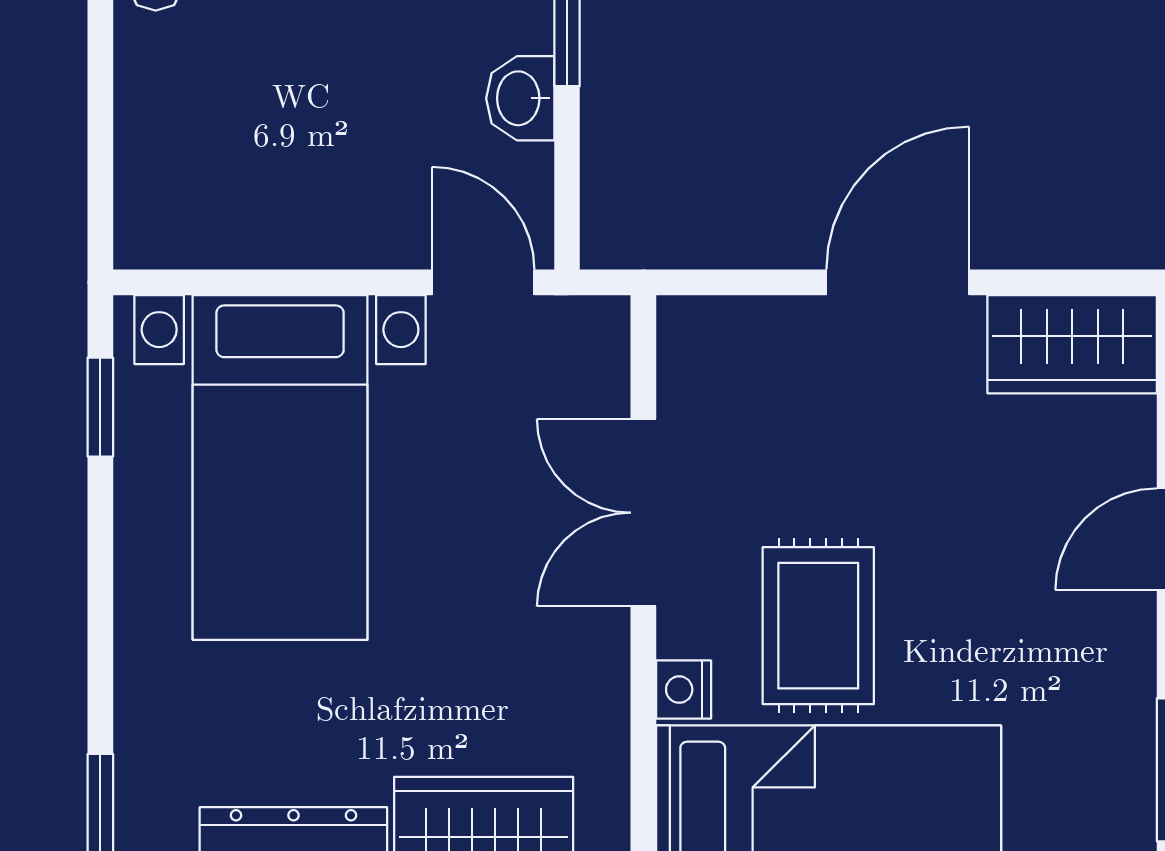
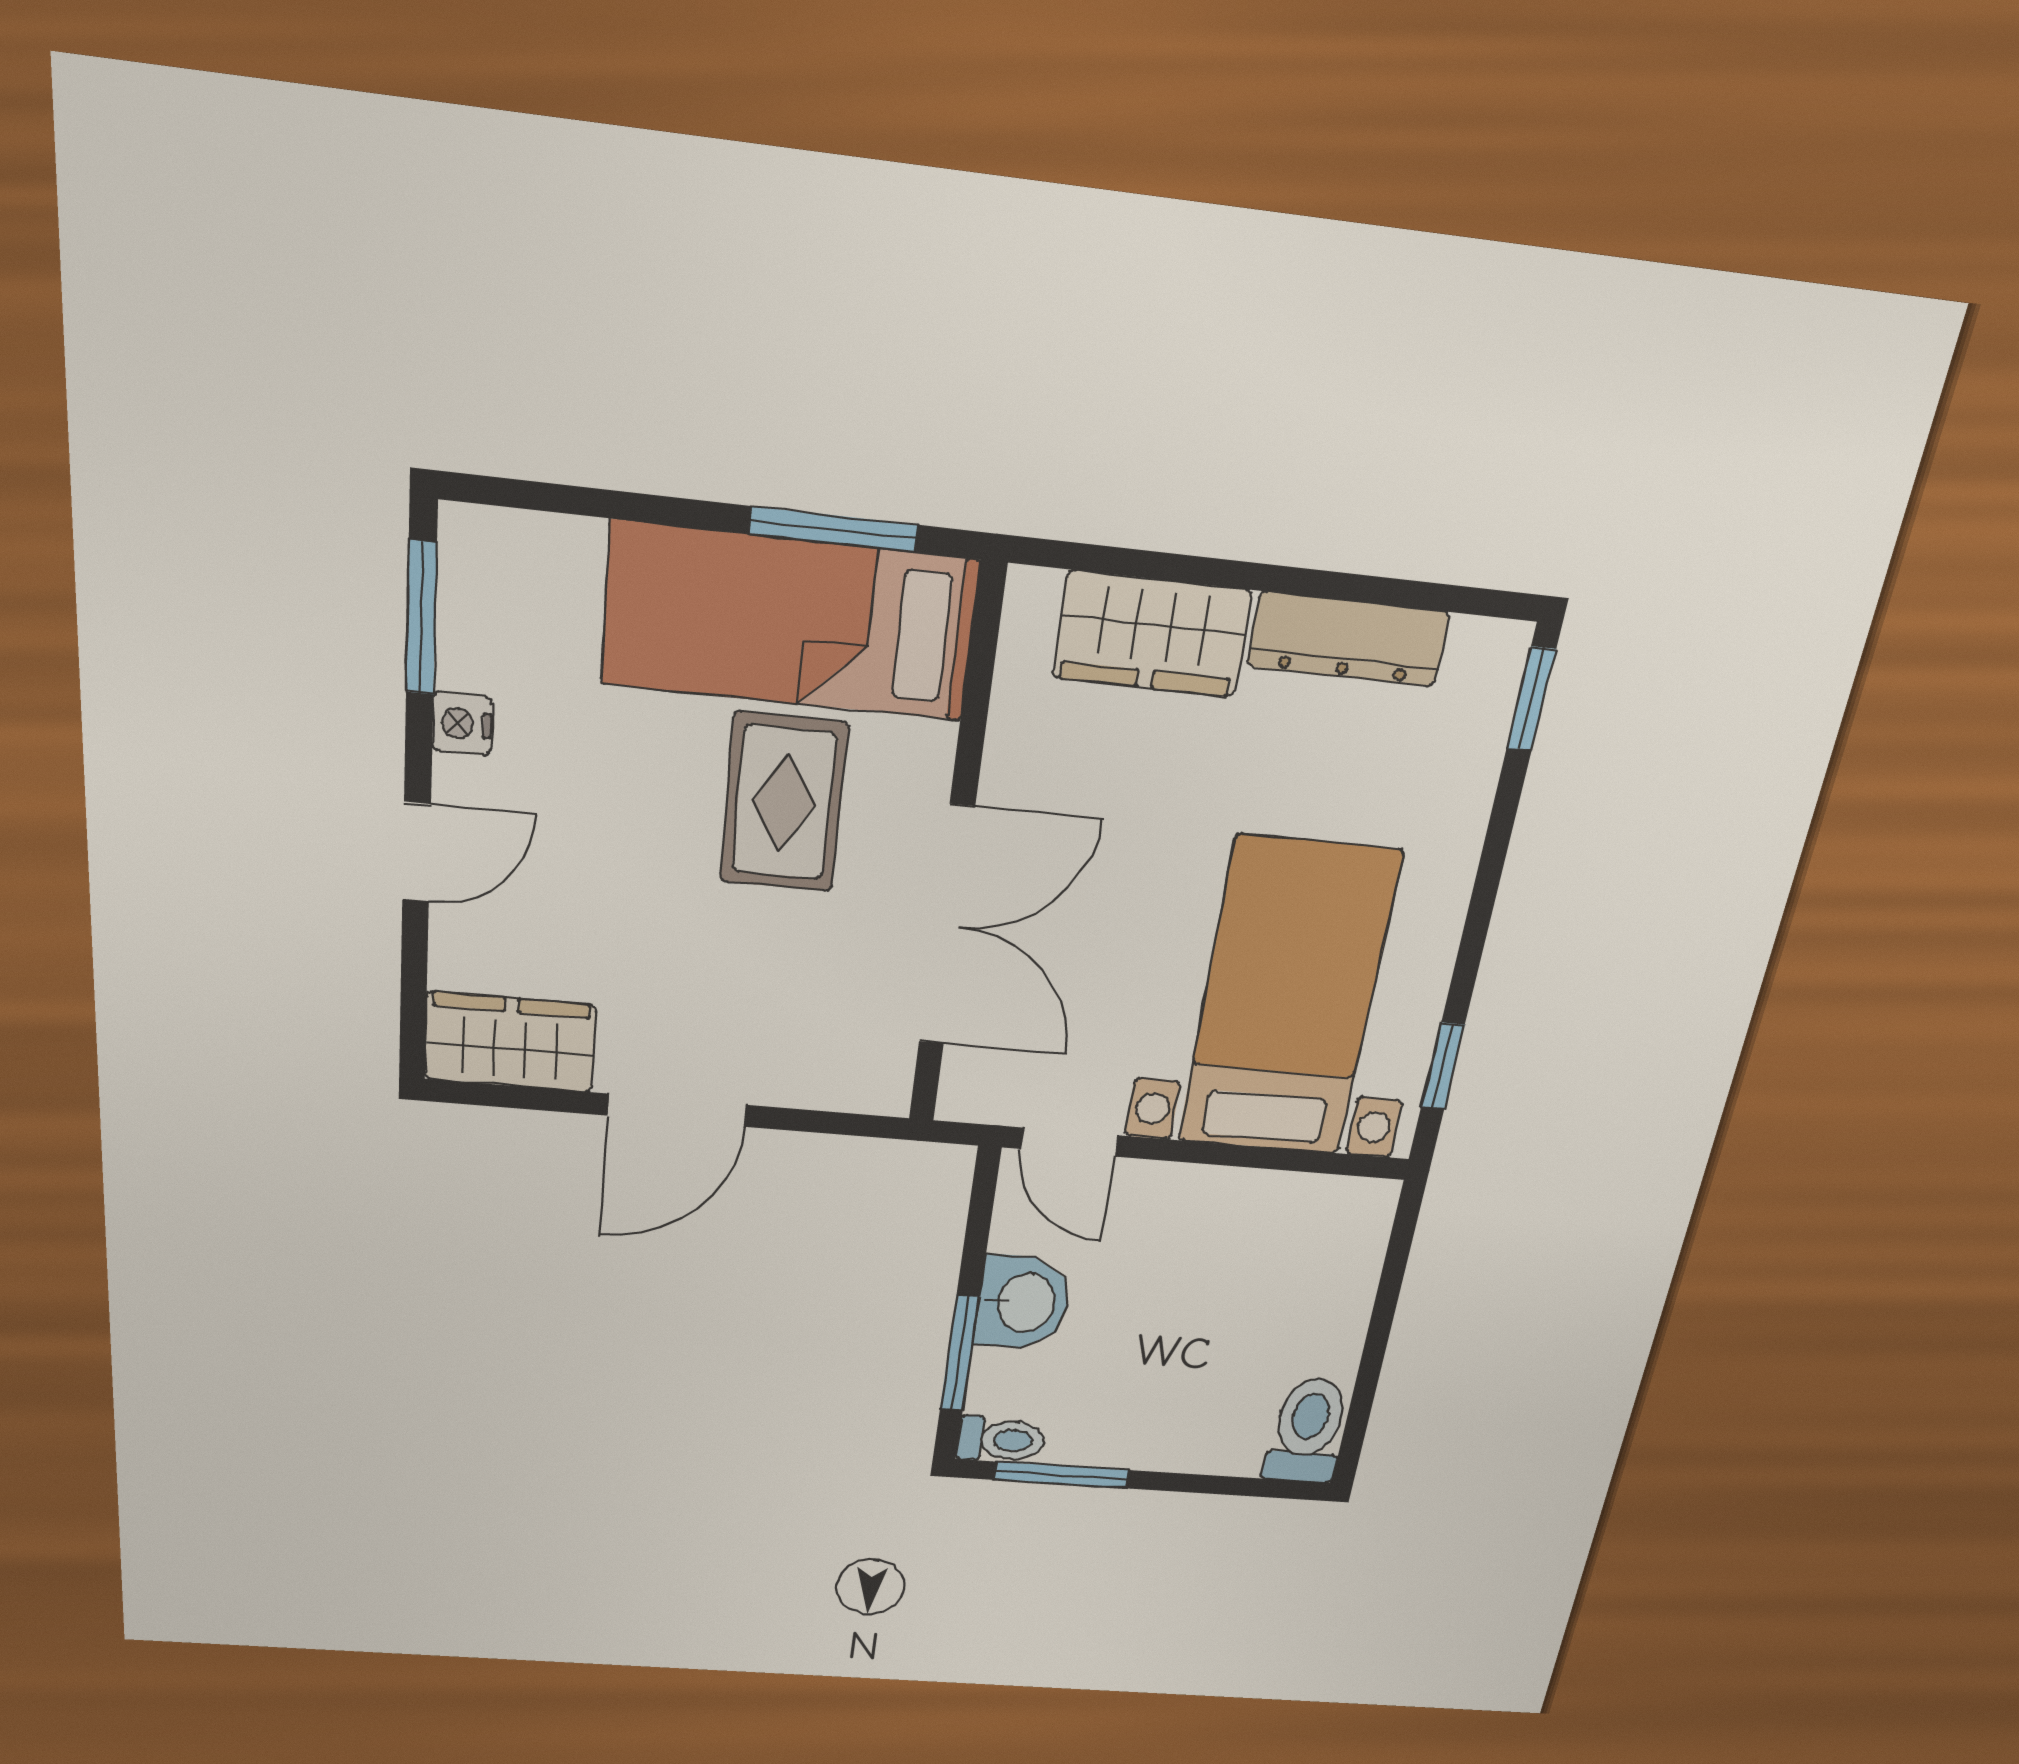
washbasin: (520, 98) -> (1023, 1303), width x1.38, depth x1.45
double door: (643, 513) -> (947, 926), width x1.37
nightstand: (684, 690) -> (462, 723), moved, turned 180

